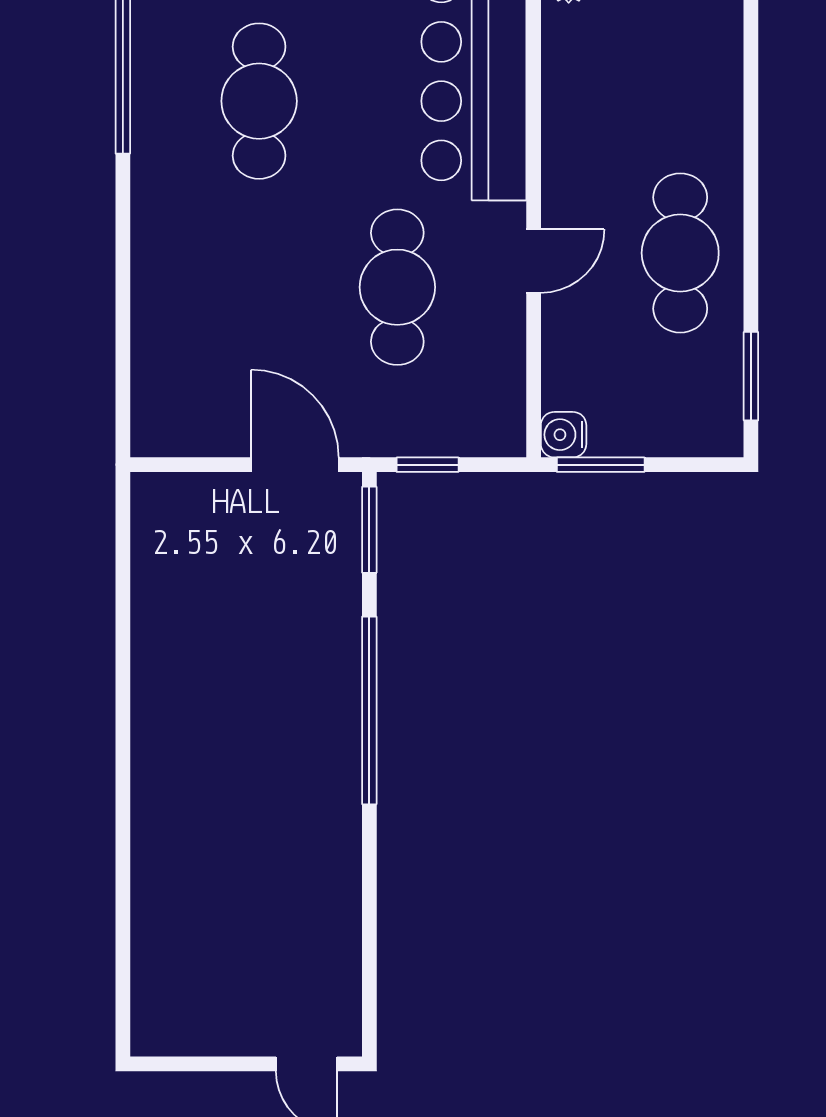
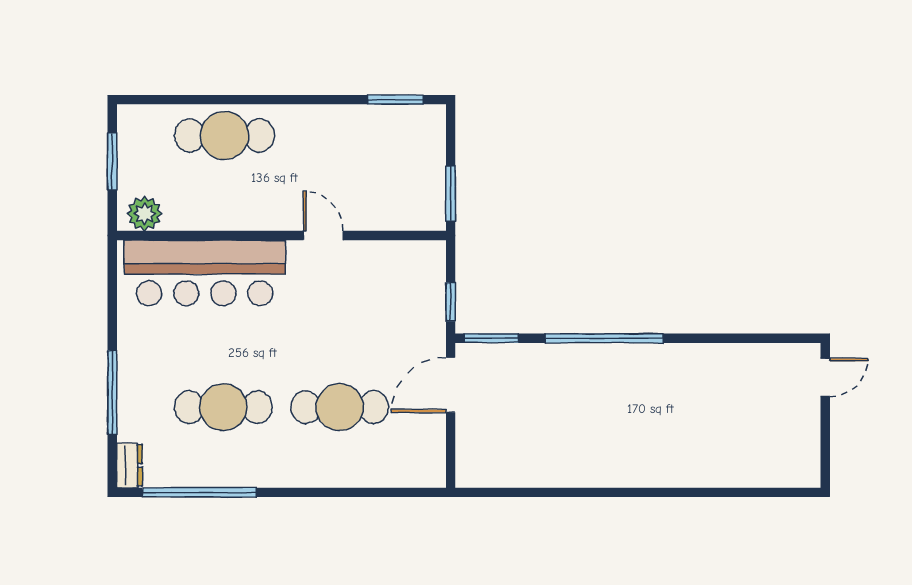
cafe table: (680, 253) -> (224, 135), moved
cafe table: (397, 287) -> (340, 407), moved
water cooler: (564, 435) -> (432, 217), removed

